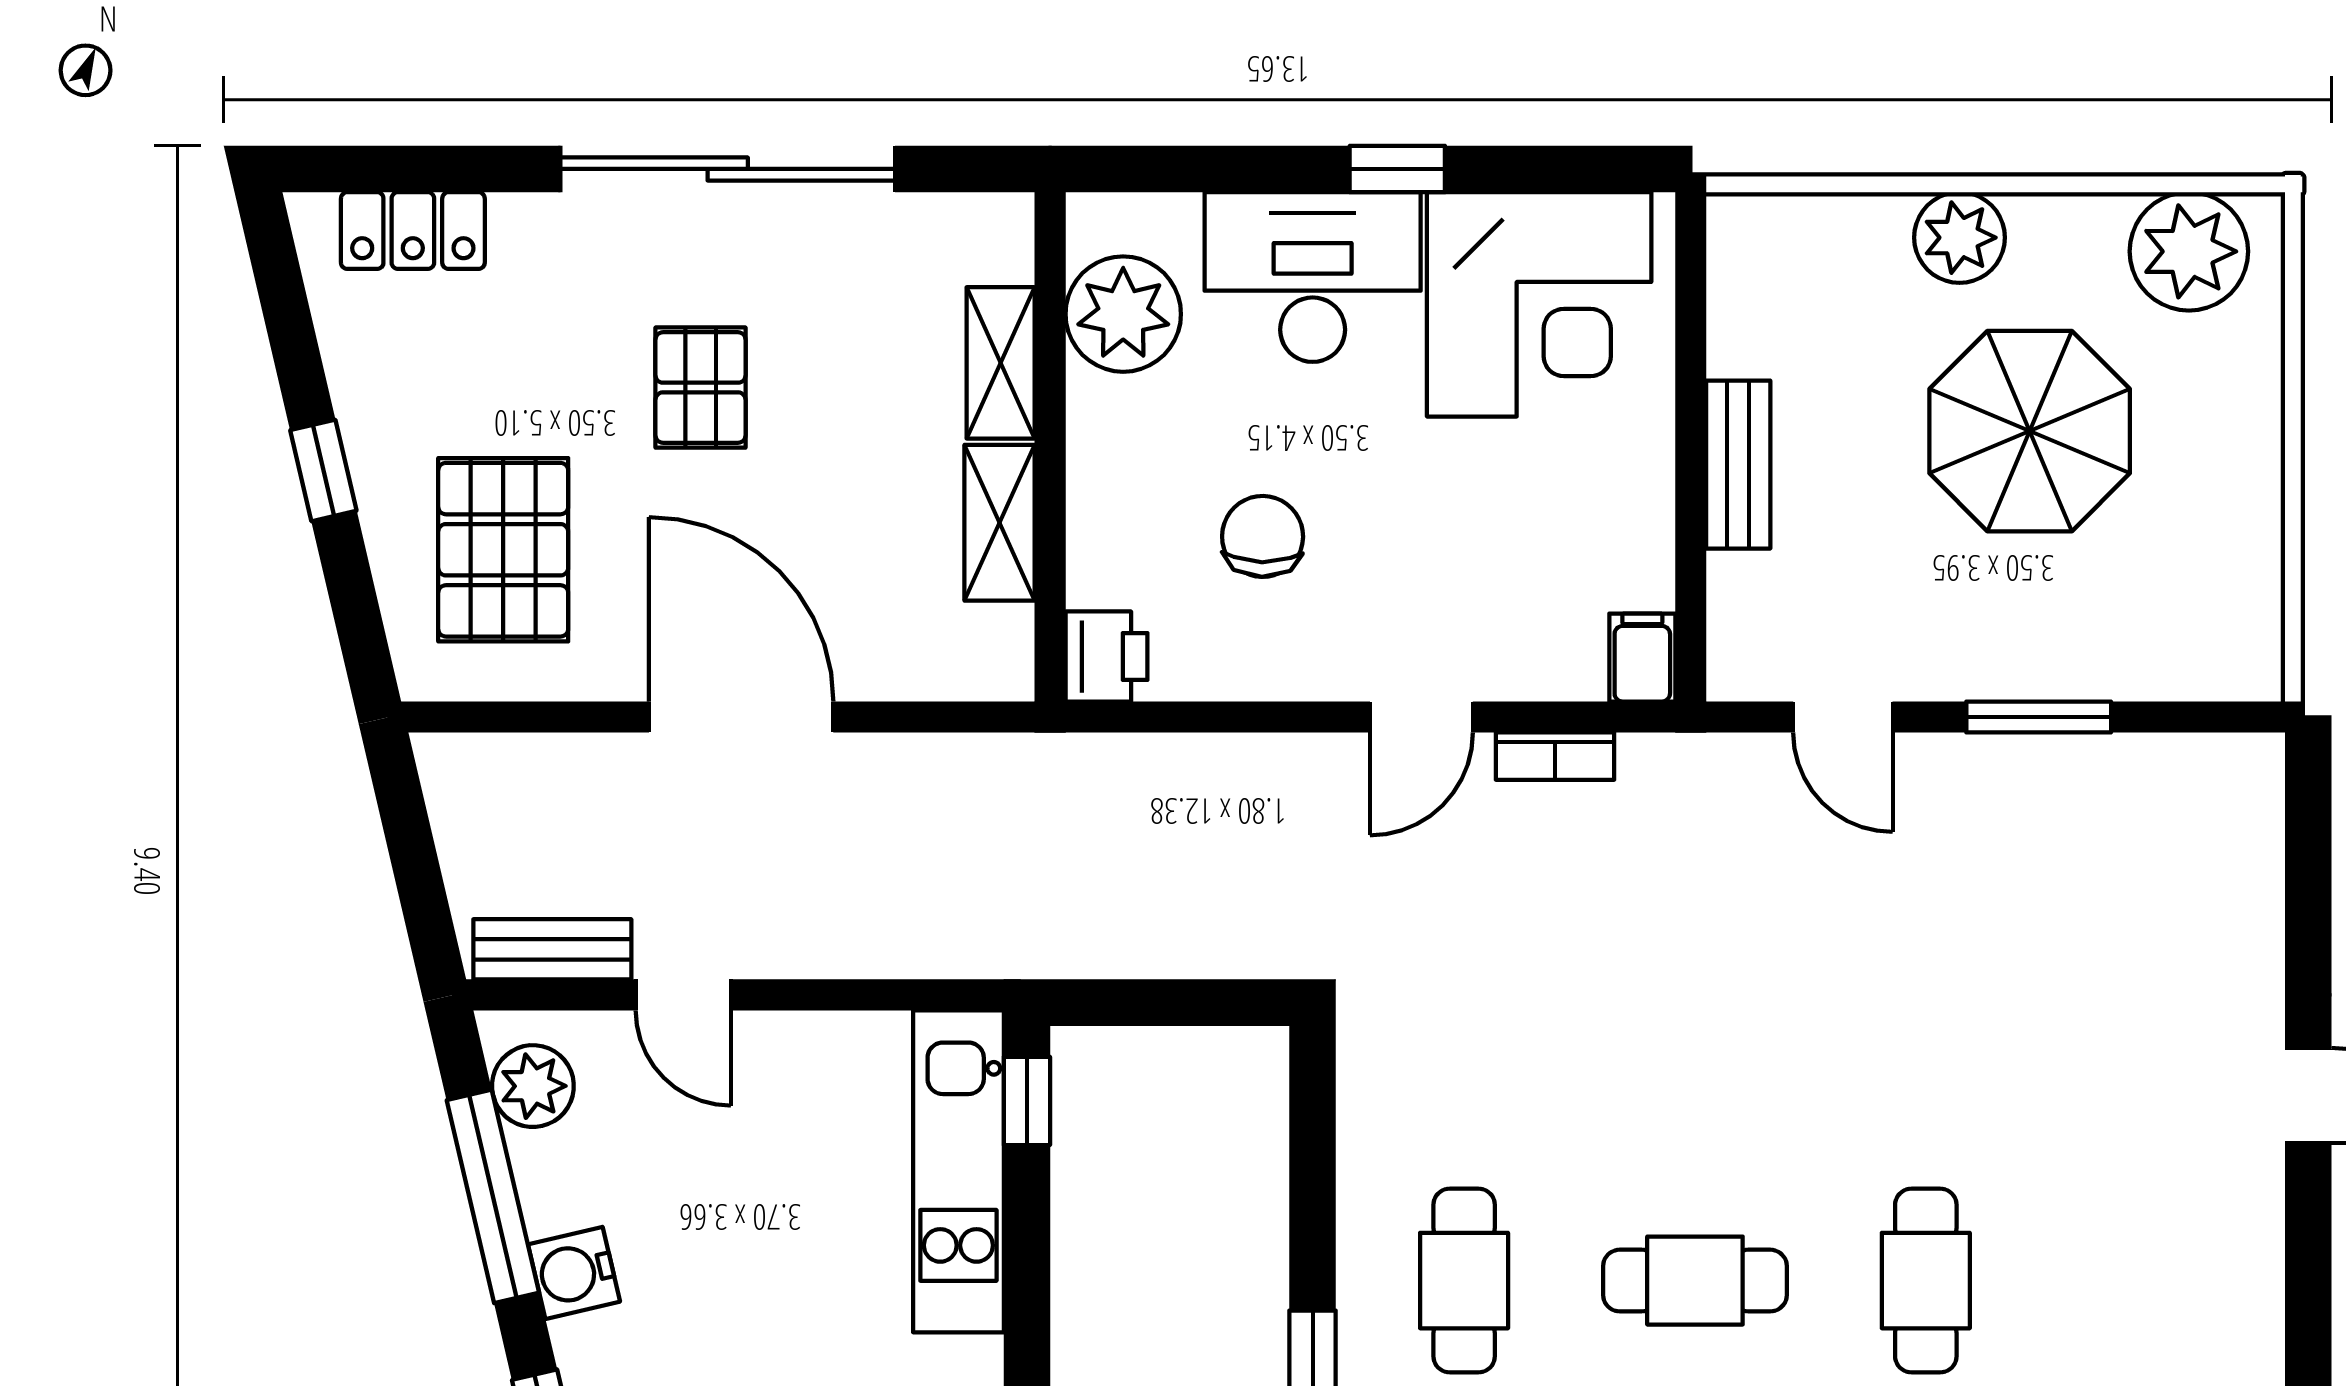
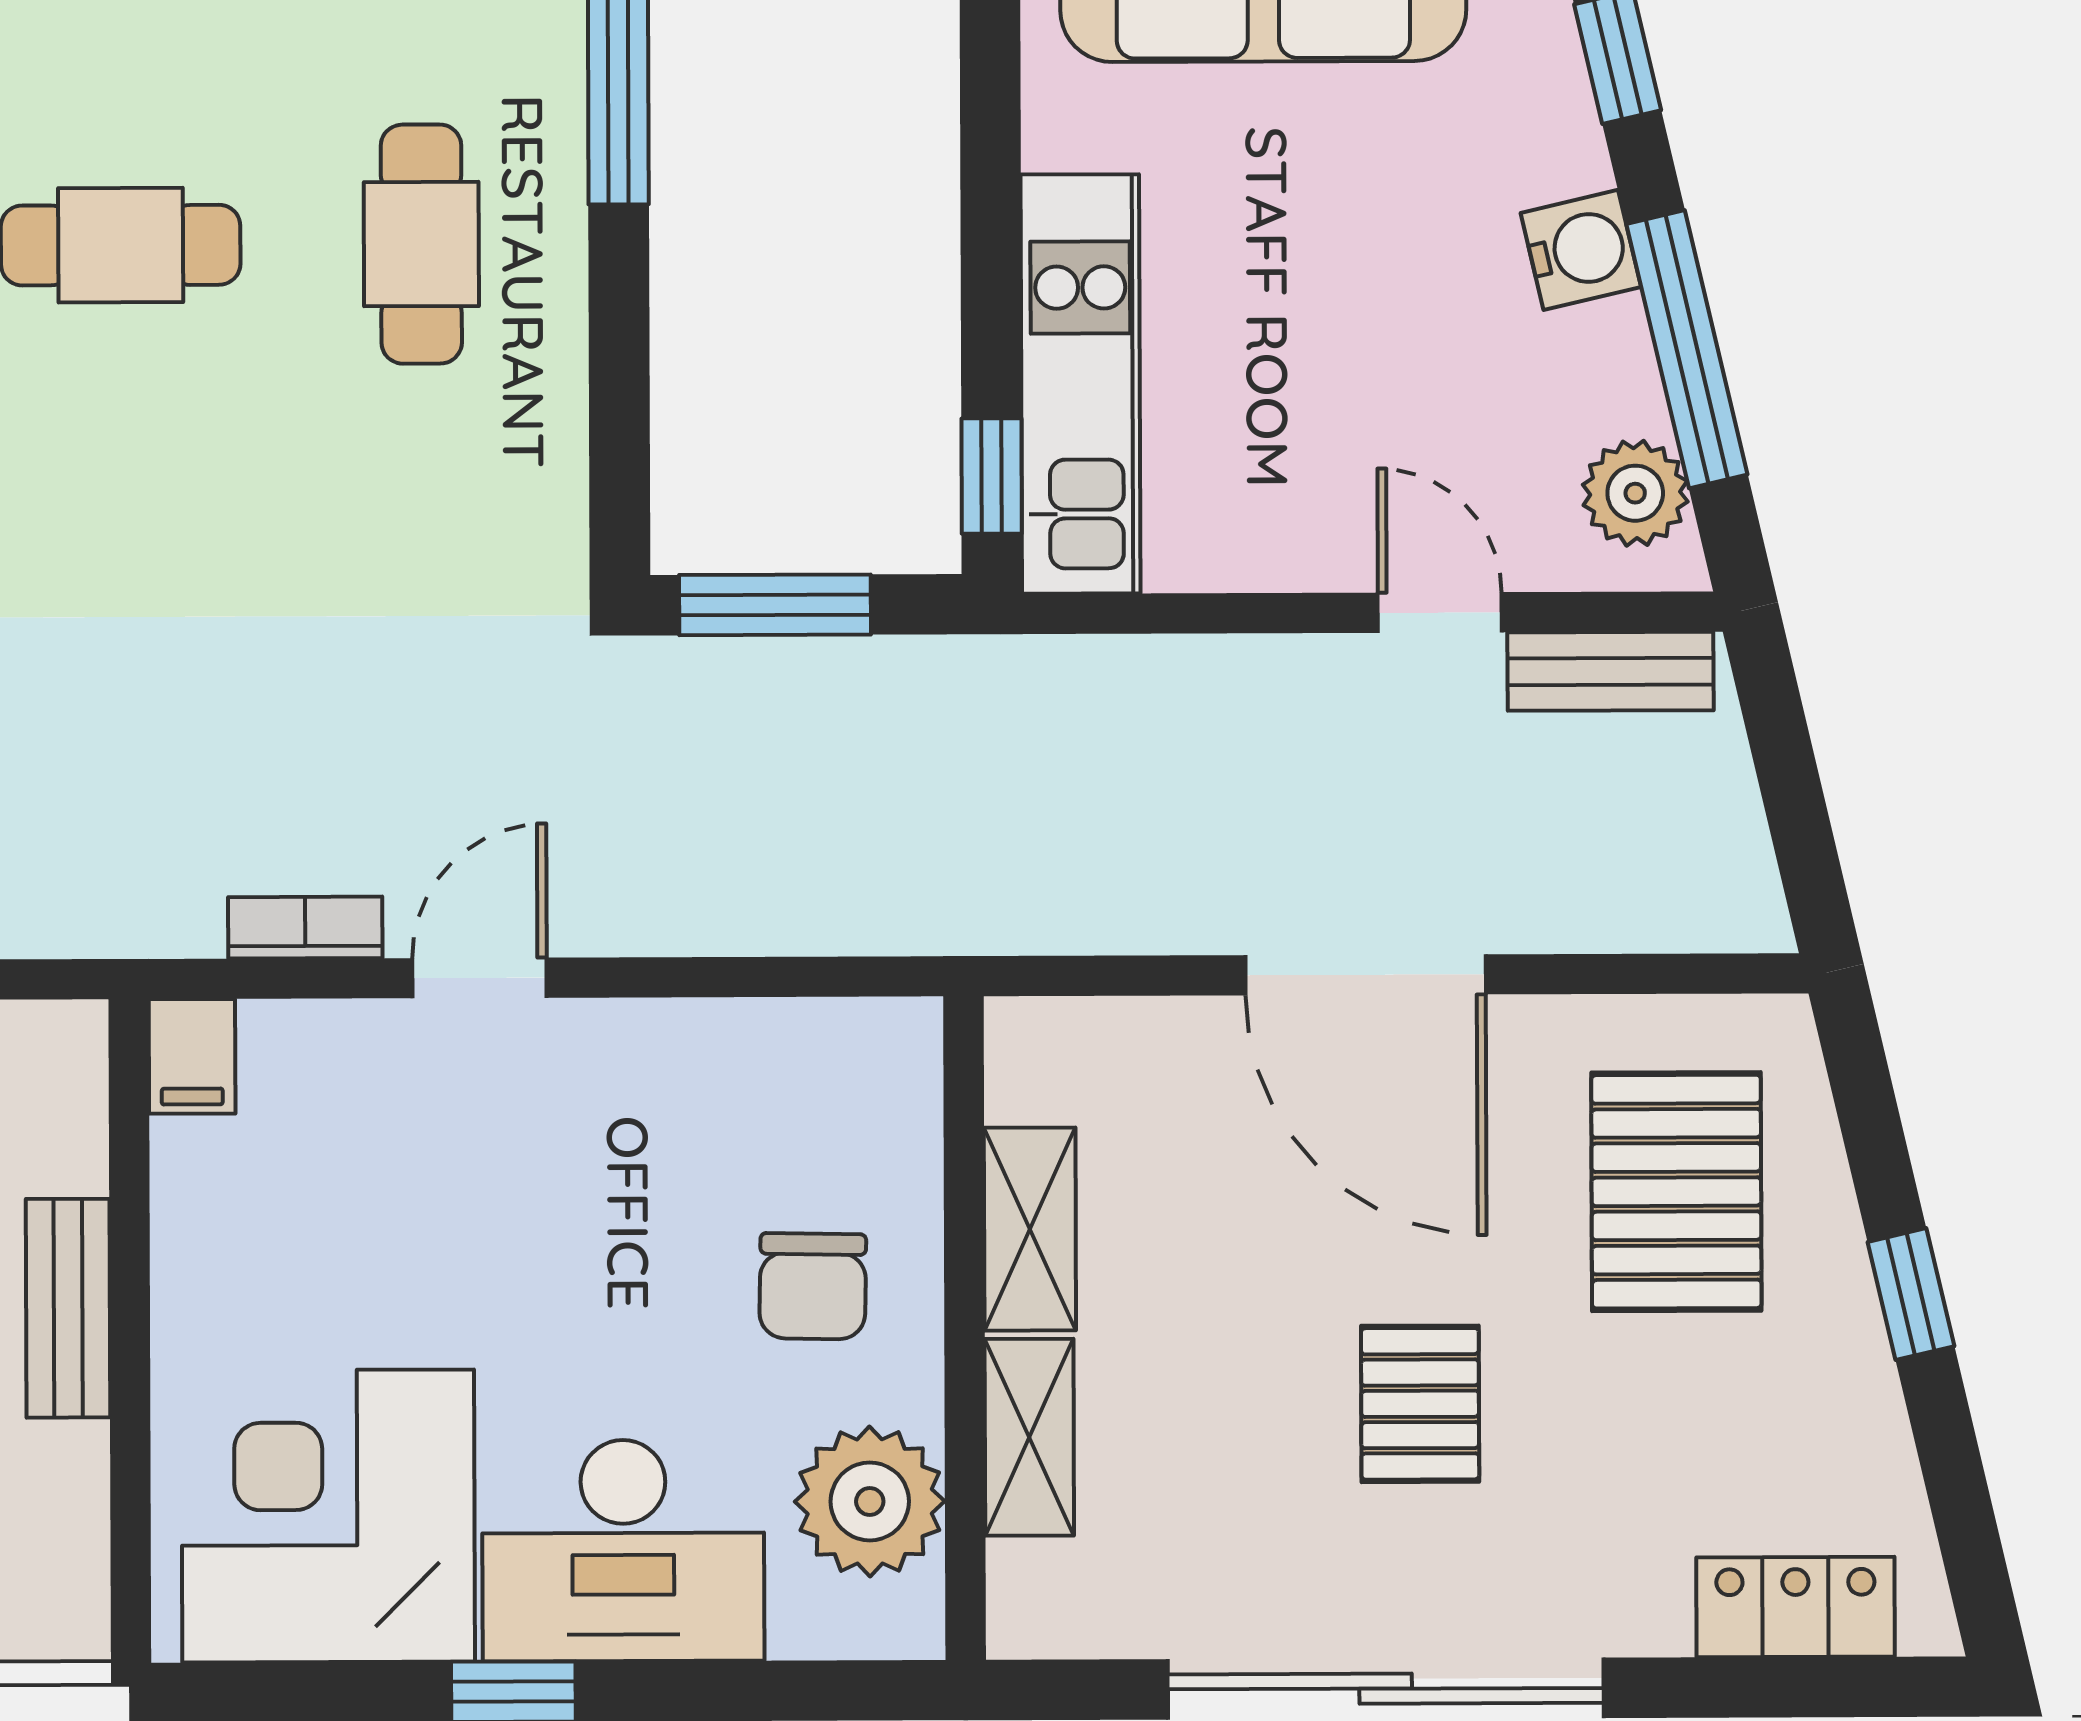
chair: (1263, 536) -> (813, 1286), moved
printer: (1106, 657) -> (890, 1055), removed
window: (1194, 1003) -> (775, 605), added

